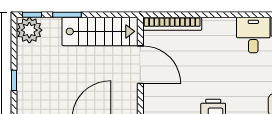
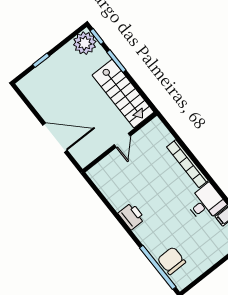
bookcase: (172, 24) -> (187, 164), moved
door: (140, 65) -> (122, 140), width x0.53

